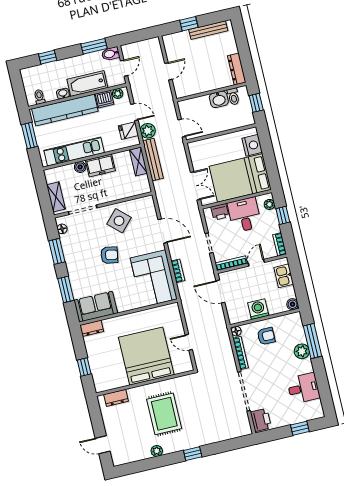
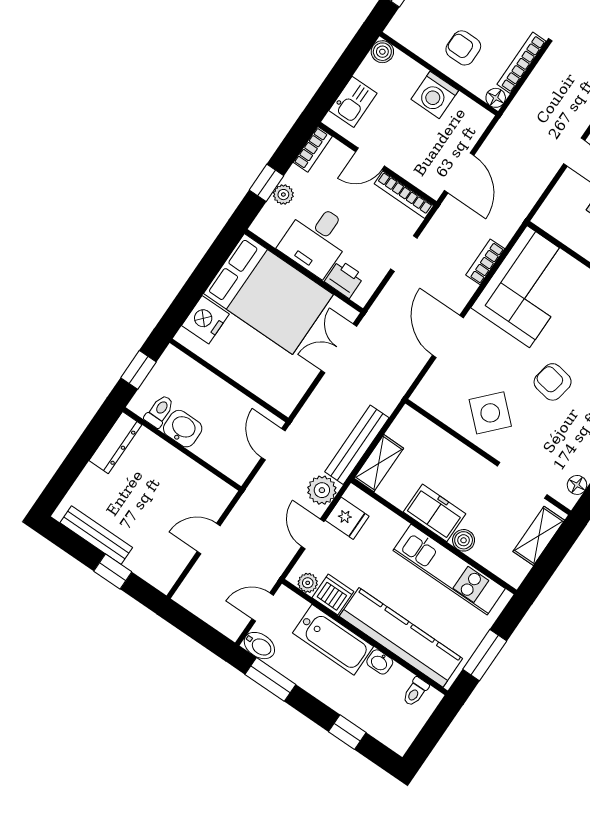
plant: (269, 204) -> (283, 195), moved

